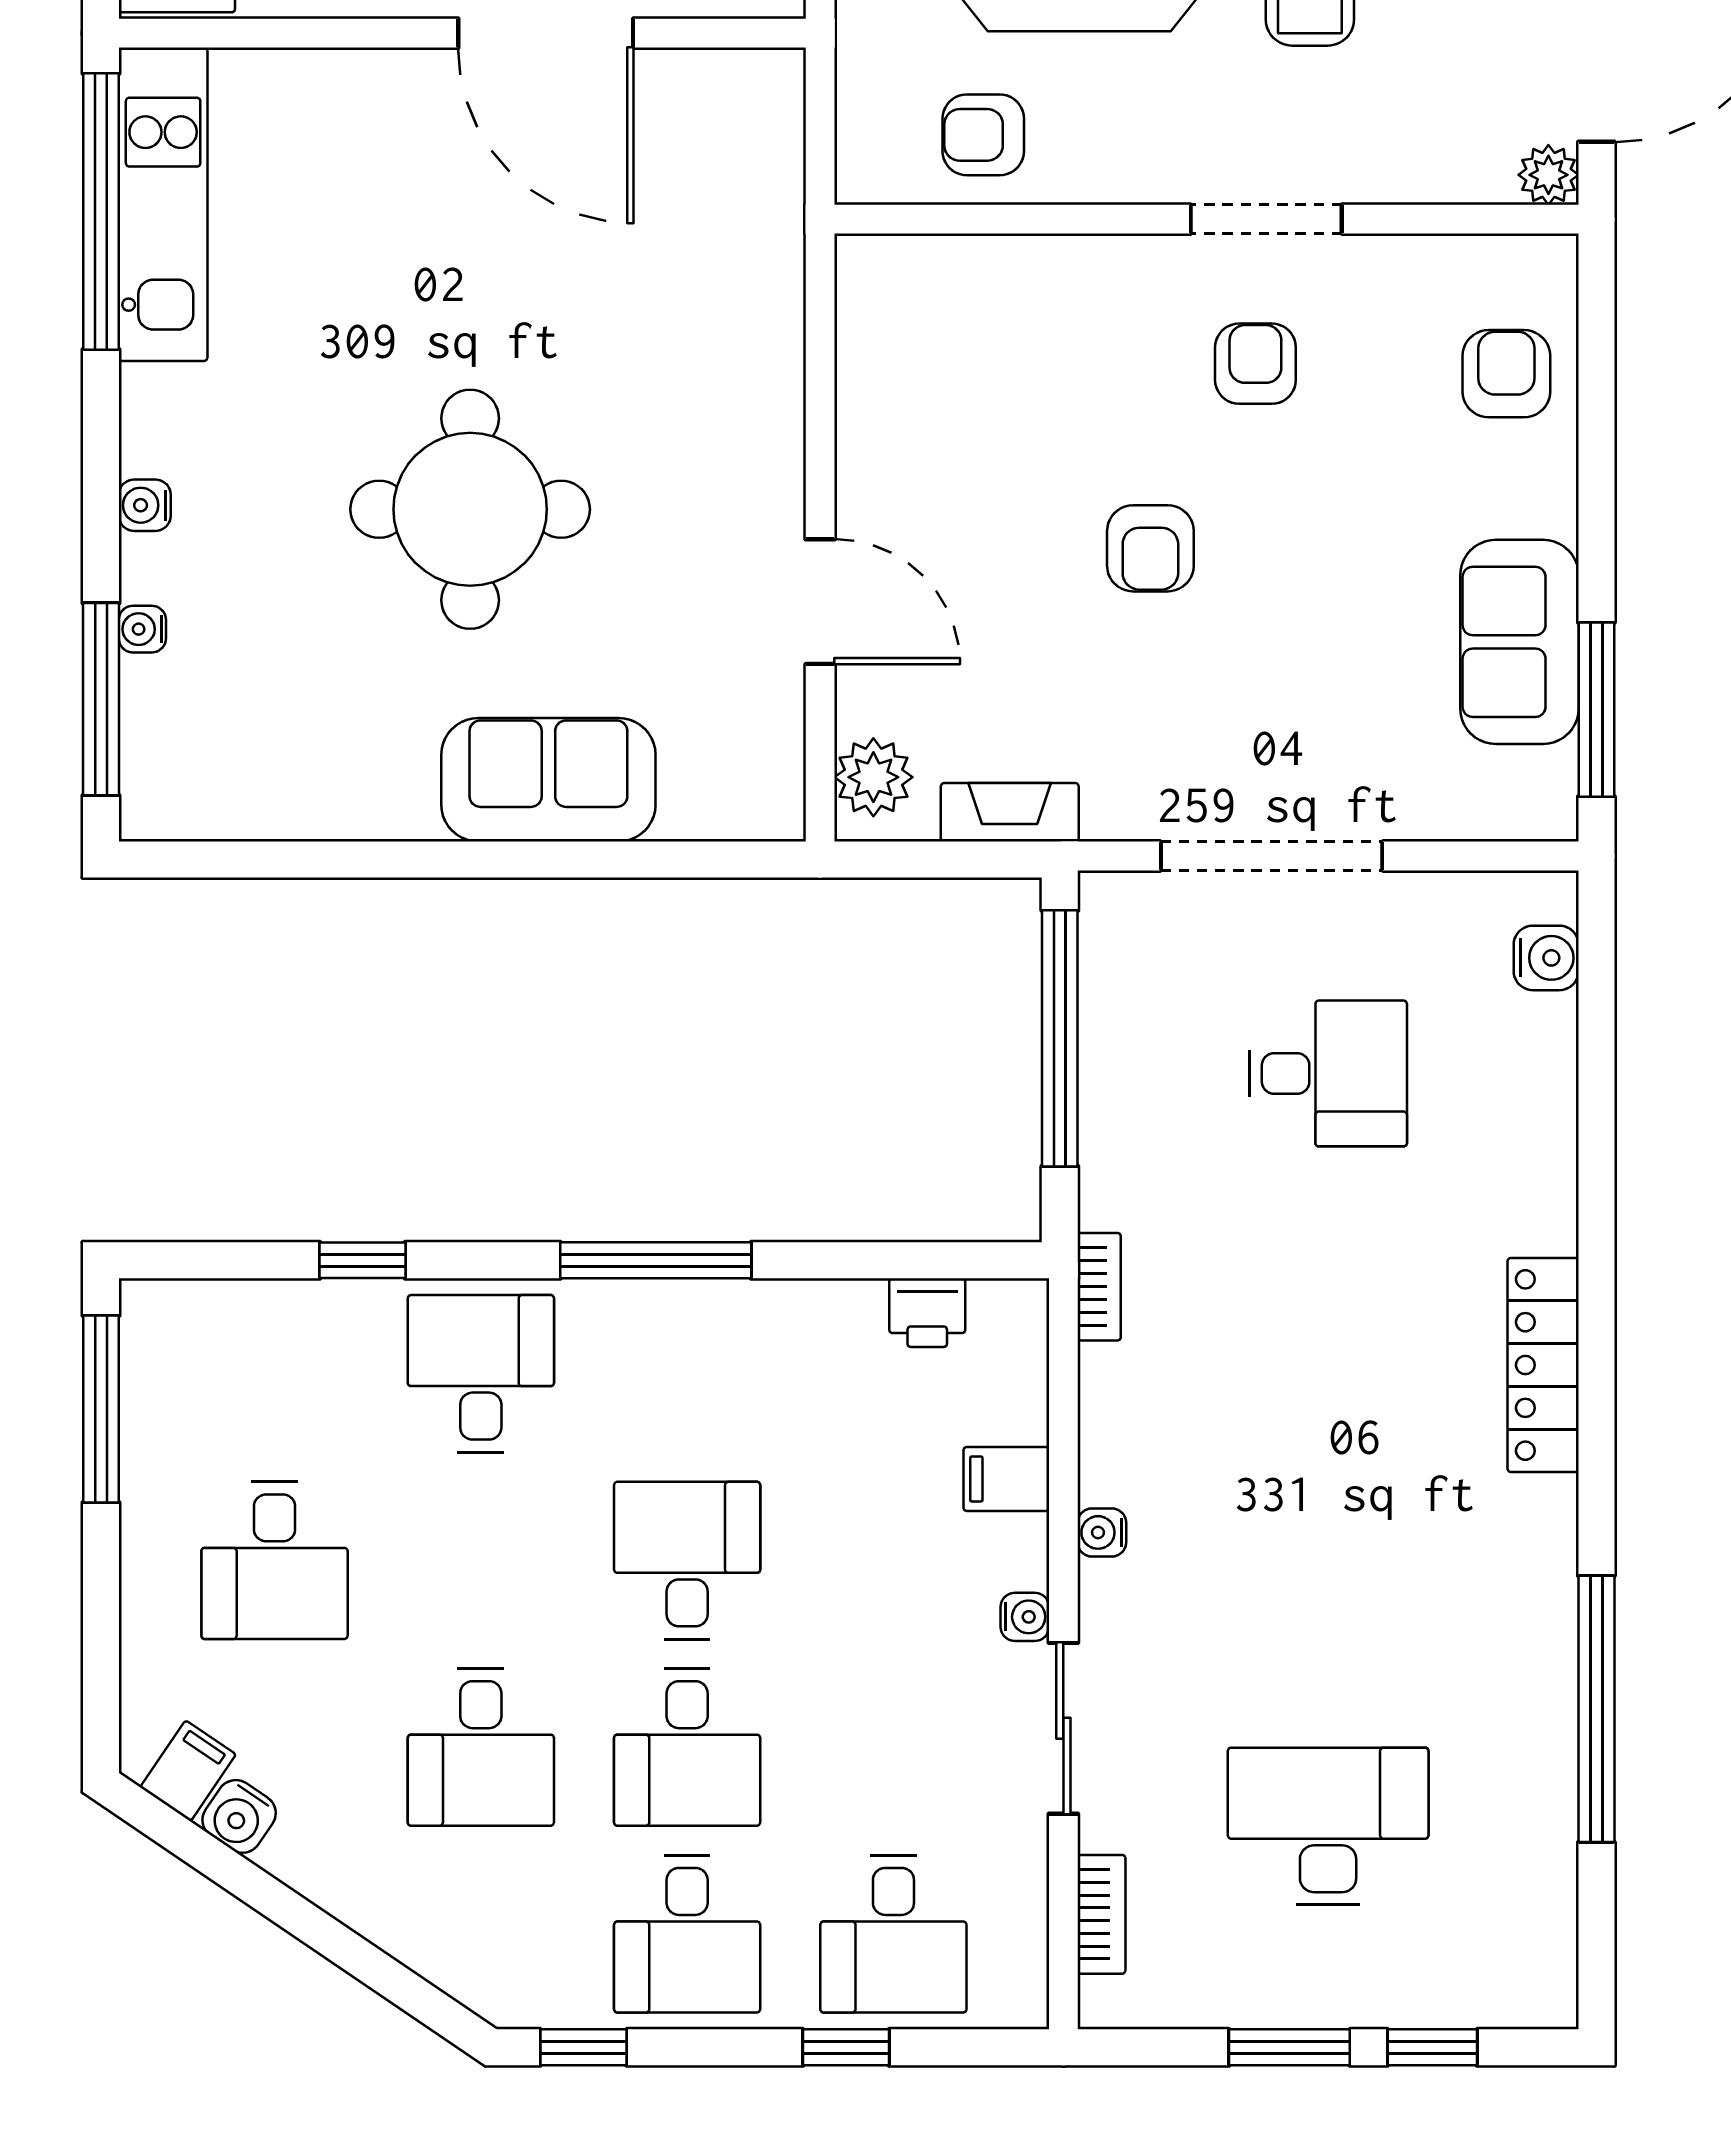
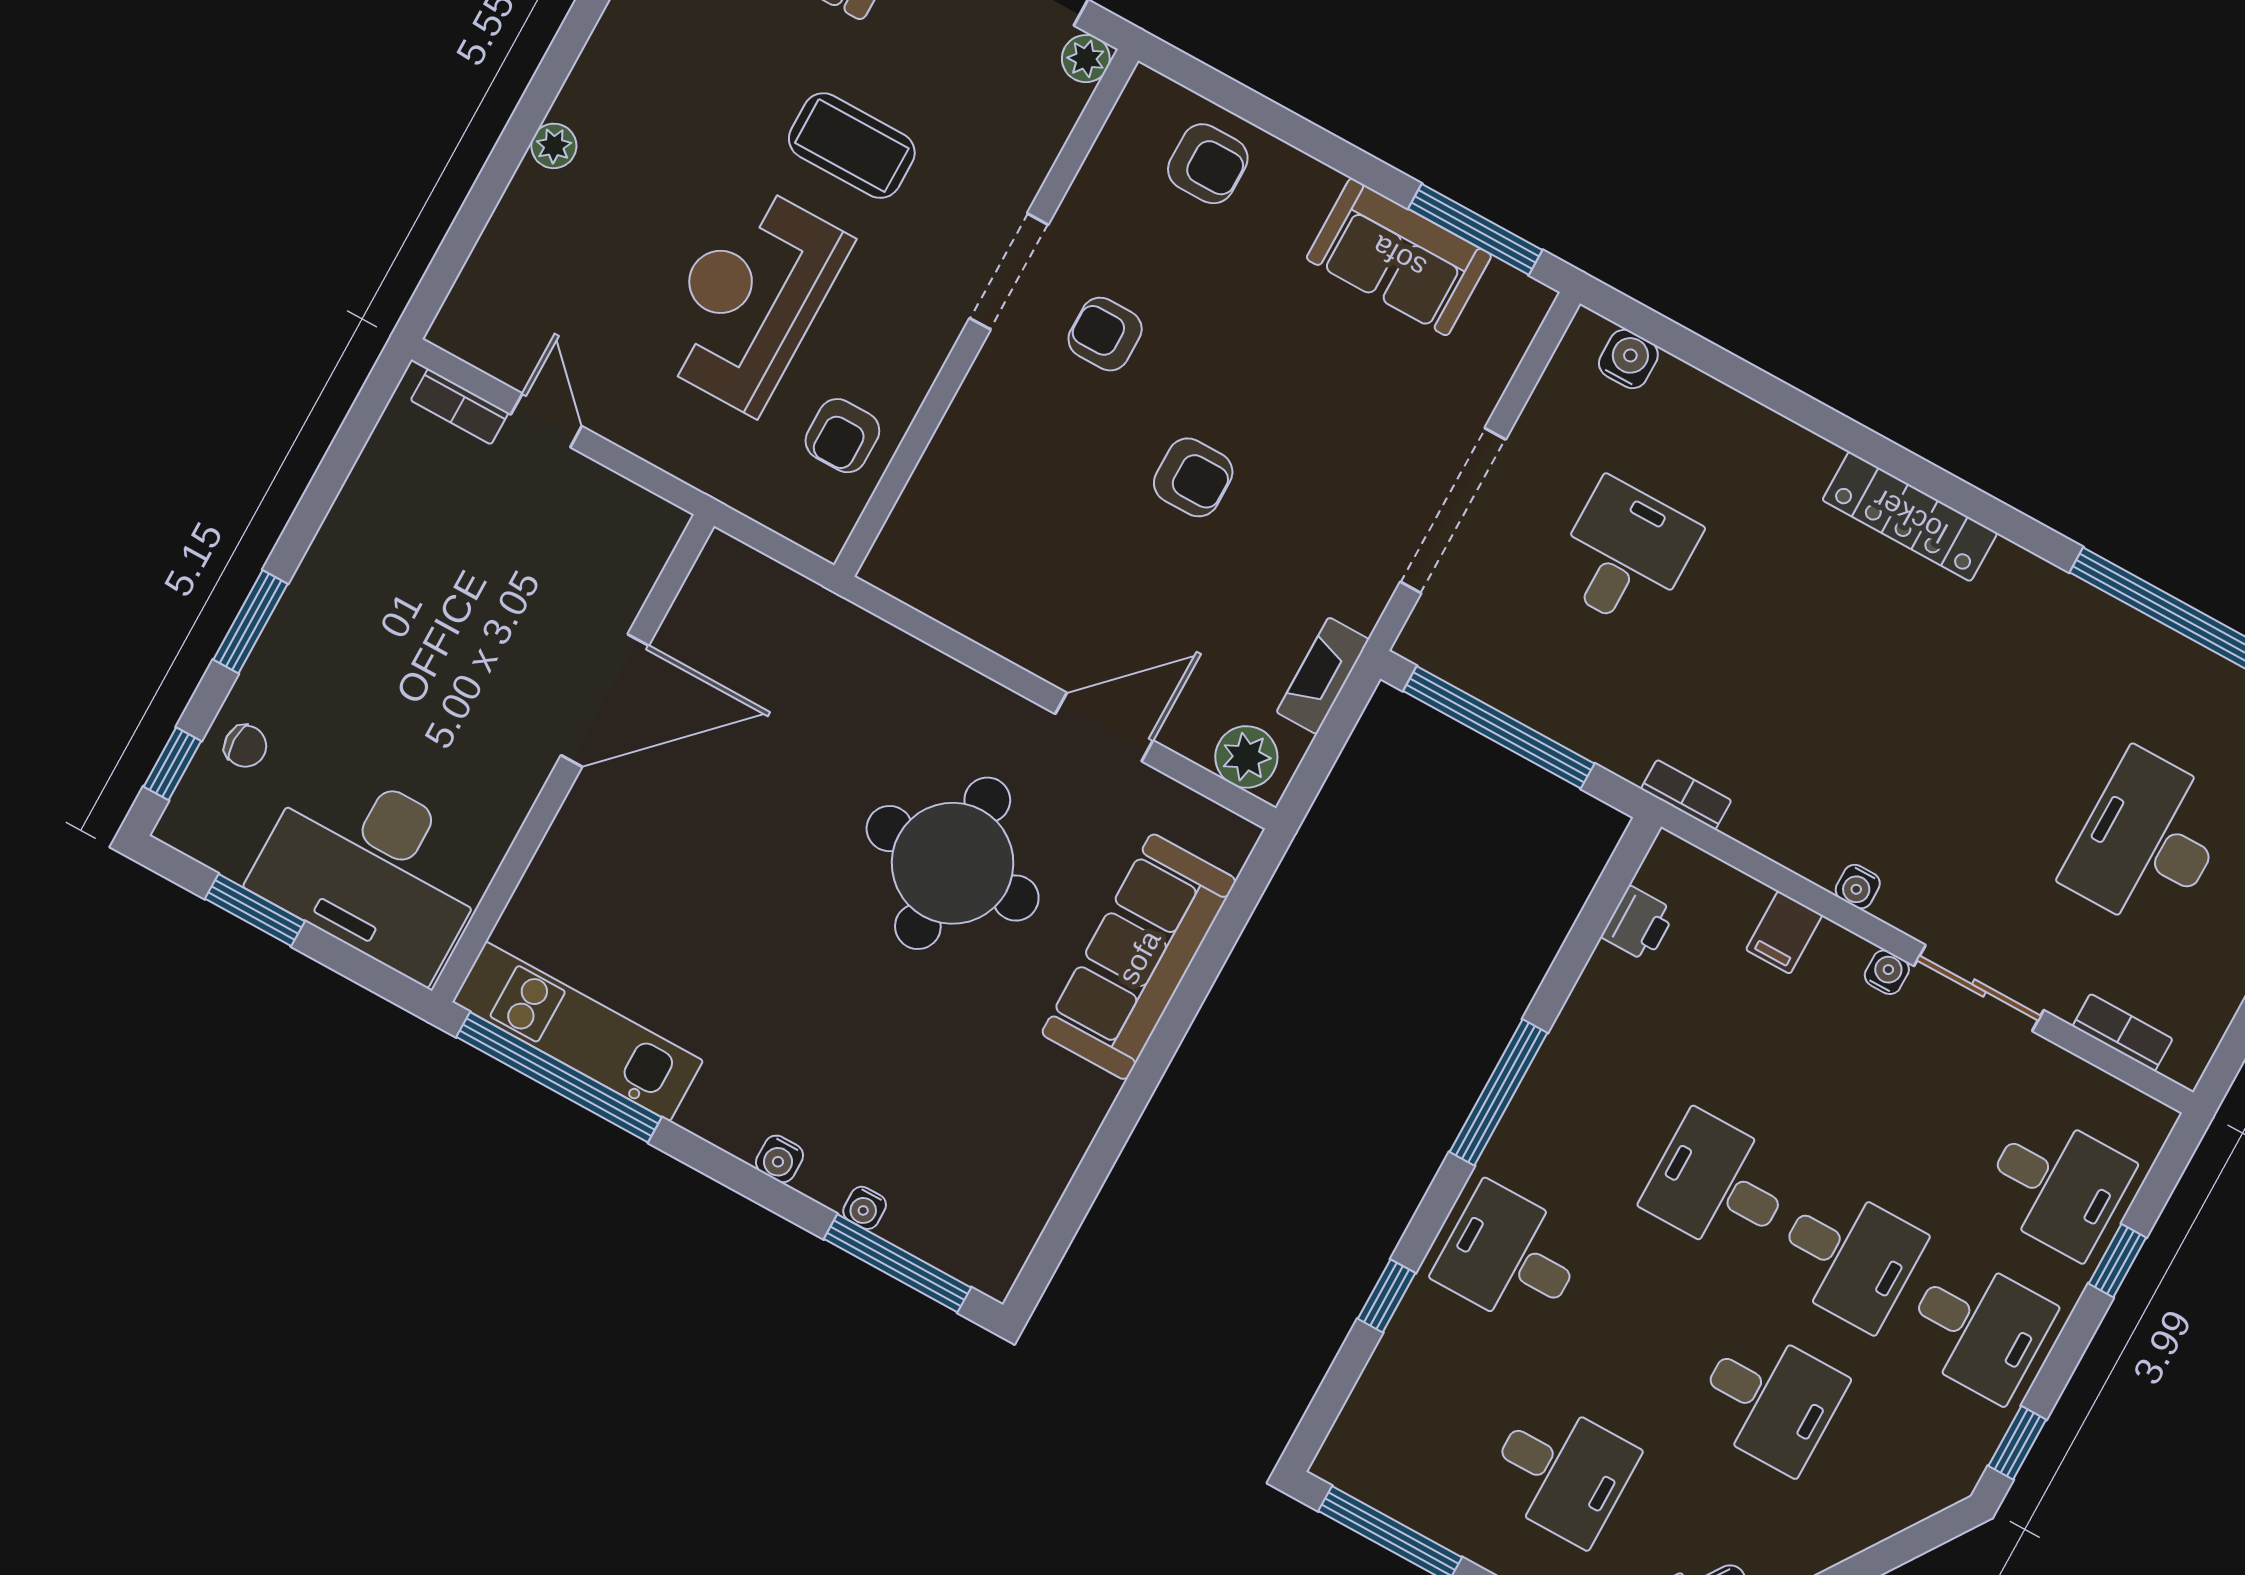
armchair: (1506, 374) -> (1208, 164), turned 180
round table: (470, 509) -> (953, 863), moved
sofa: (548, 780) -> (1139, 957), width x1.36

